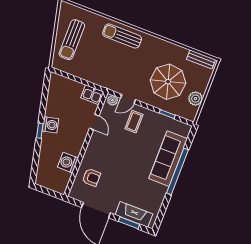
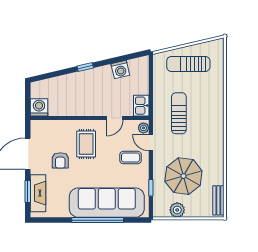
sun lounger: (122, 36) -> (179, 113), moved
washing machine: (50, 125) -> (120, 70), moved
rug: (107, 156) -> (86, 144), added
sofa: (168, 159) -> (107, 203), width x1.36, depth x1.27
washing machine: (68, 163) -> (39, 107), moved
armchair: (91, 177) -> (60, 160), moved

